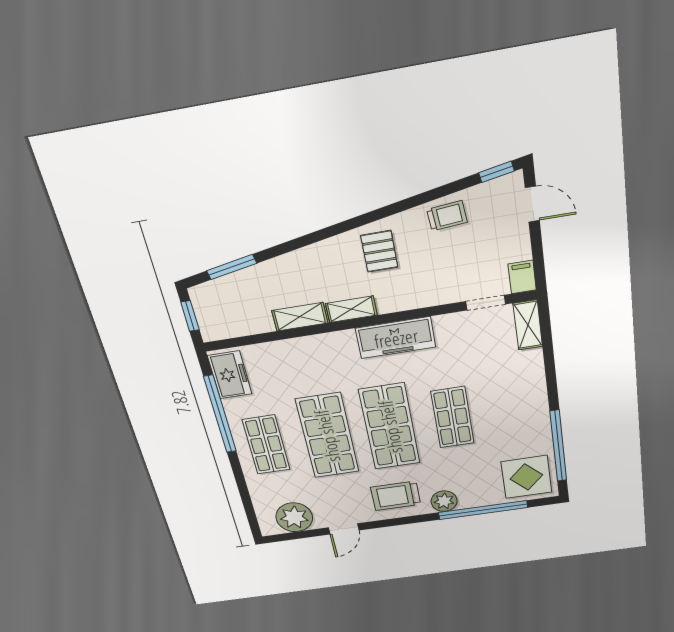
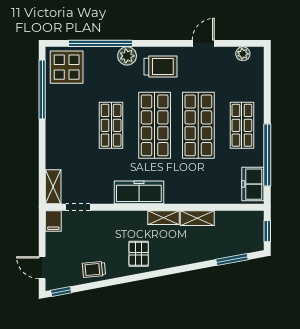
plant: (294, 517) -> (243, 54), width x0.53, depth x0.53

